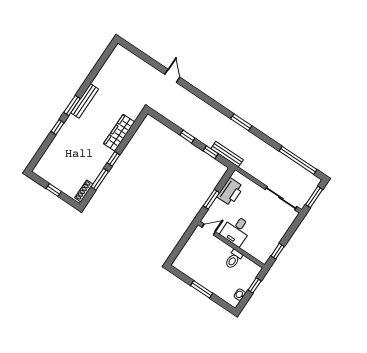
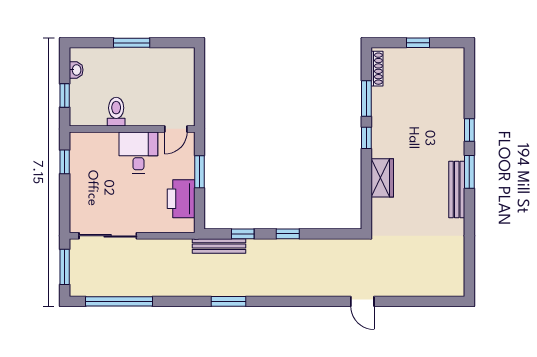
wardrobe: (119, 133) -> (382, 178), width x0.67

